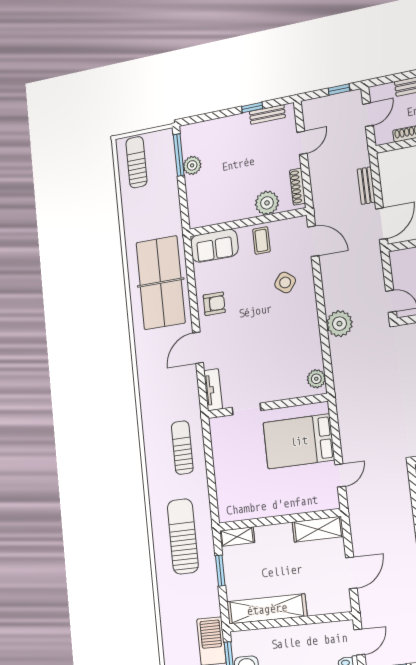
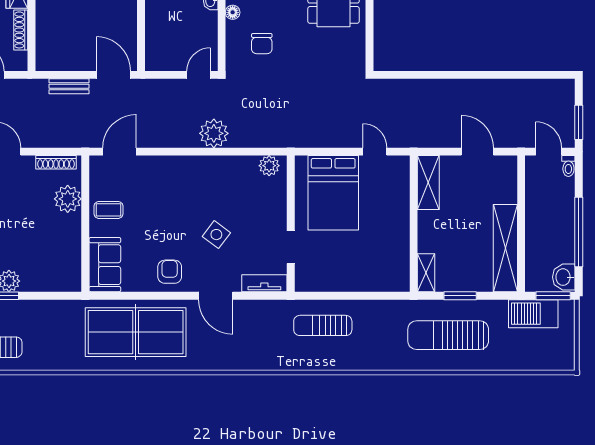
side table: (285, 282) -> (216, 235), moved
sun lounger: (183, 536) -> (448, 335), moved

